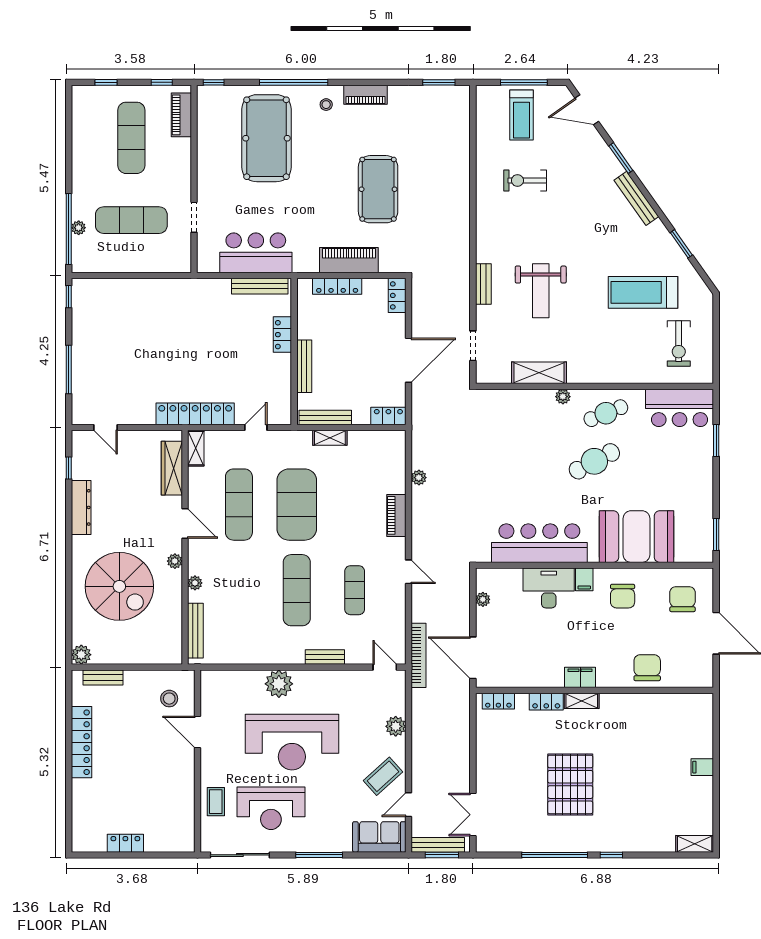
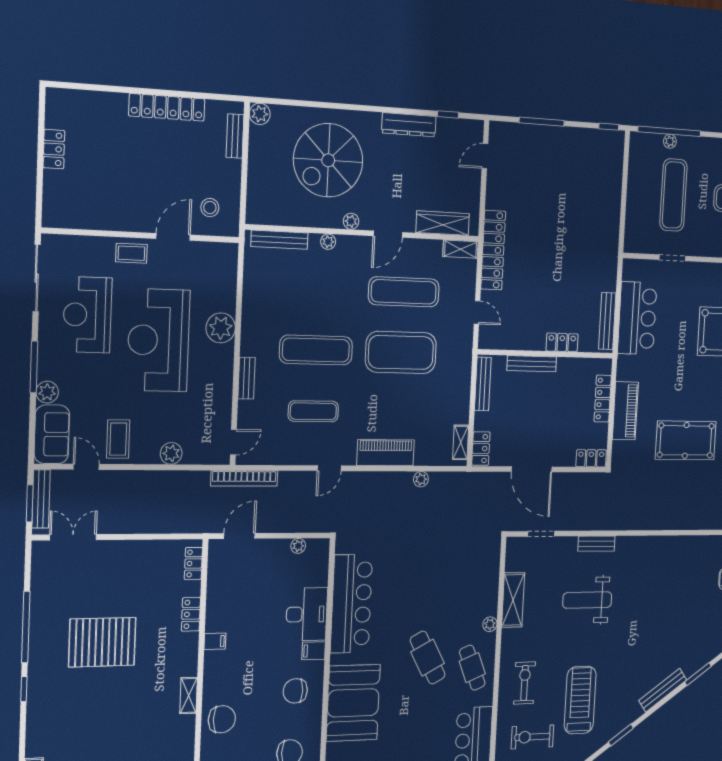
exercise bike: (525, 181) -> (525, 683), moved
shelving: (330, 438) -> (461, 442), moved
piano: (396, 515) -> (386, 453), width x1.37, depth x1.33
door: (473, 658) -> (239, 536), width x0.73
filing cabinet: (580, 677) -> (215, 641), width x0.50
shelving: (582, 701) -> (189, 695), moved
coffee table: (383, 776) -> (118, 439), turned 42
coffee table: (216, 802) -> (131, 253), moved
plant: (341, 842) -> (47, 392), added

